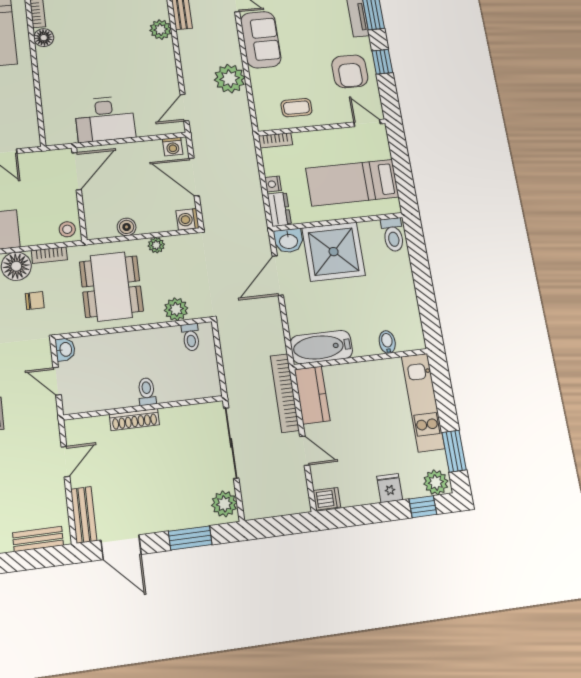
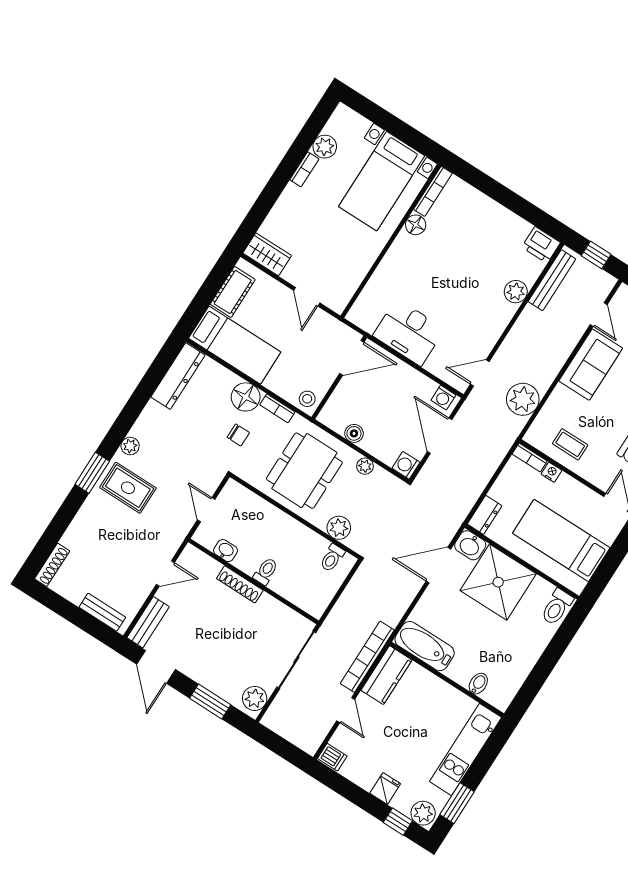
plant: (230, 79) -> (523, 399), moved
nightstand: (273, 184) -> (551, 472), moved, turned 90
washbasin: (65, 349) -> (225, 551), moved, turned -90

